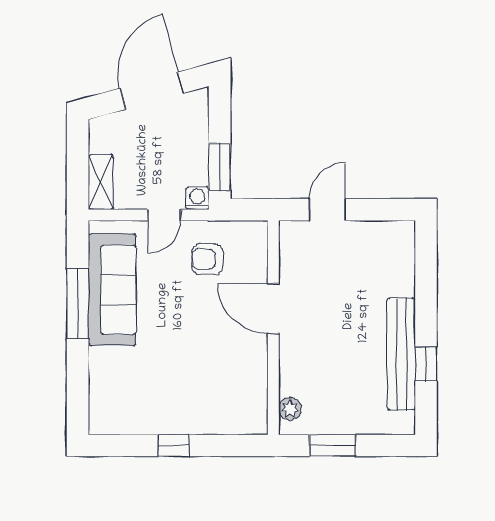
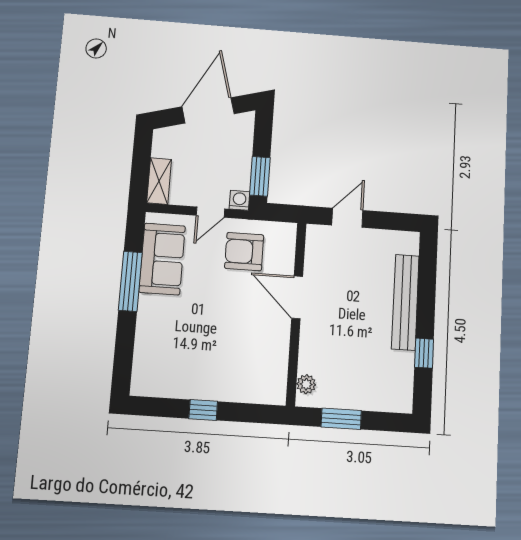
armchair: (207, 259) -> (244, 252), width x1.38, depth x1.38
sofa: (112, 290) -> (162, 259), width x0.73
bench: (401, 354) -> (405, 302), moved

